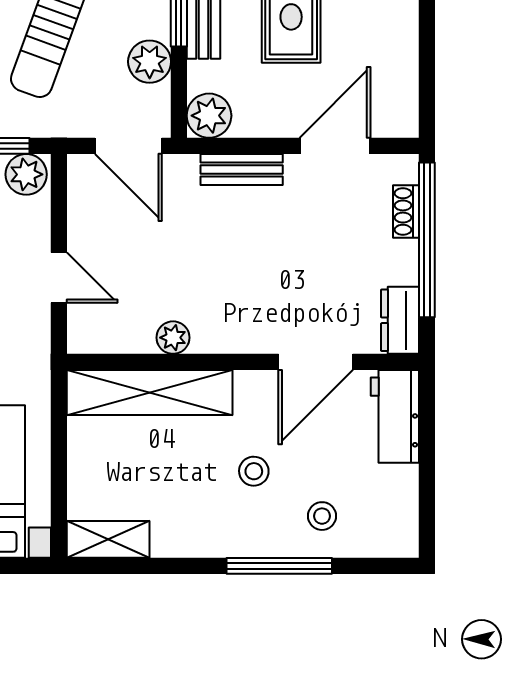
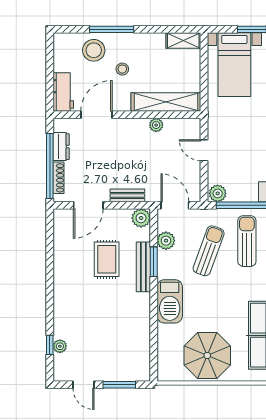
shoe rack: (406, 211) -> (59, 178), width x1.43
dresser: (400, 320) -> (61, 147), moved
stool: (322, 516) -> (94, 50), width x1.89, depth x1.89

